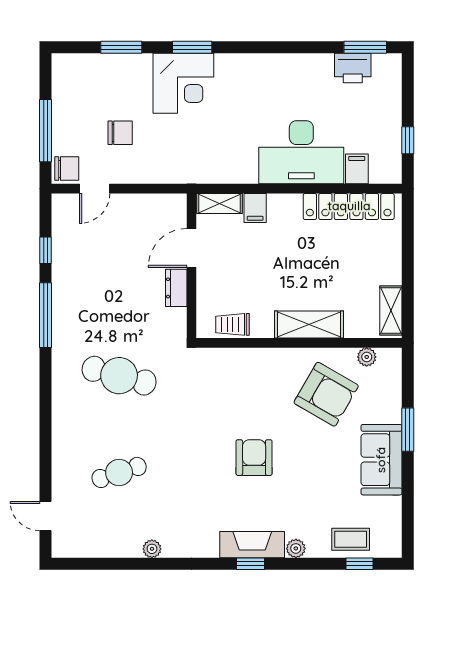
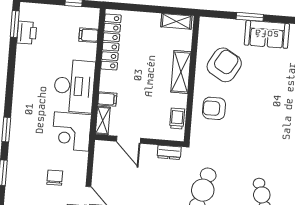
corner desk: (183, 83) -> (71, 131), moved, turned 180
desk: (301, 152) -> (74, 86), moved
dresser: (176, 288) -> (169, 152), moved
trolley: (232, 324) -> (177, 119), turned 180
plant: (367, 357) -> (204, 38), removed
armchair: (254, 458) -> (214, 108), moved

